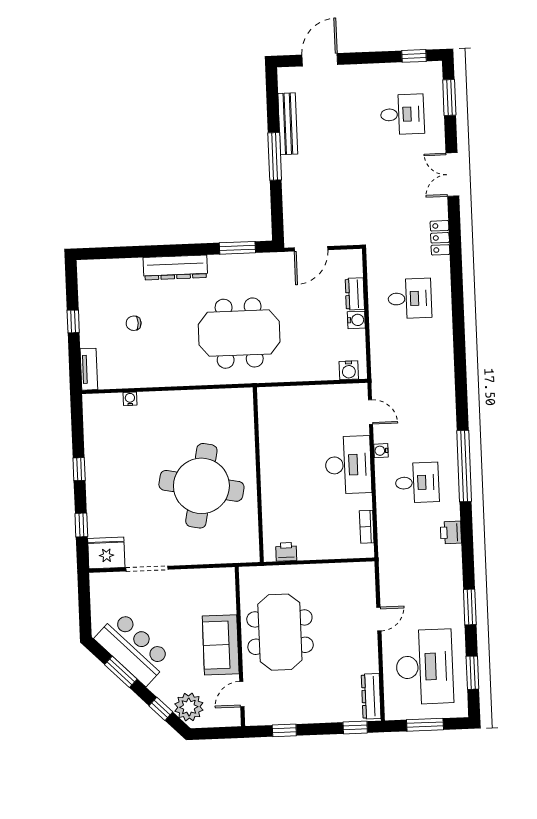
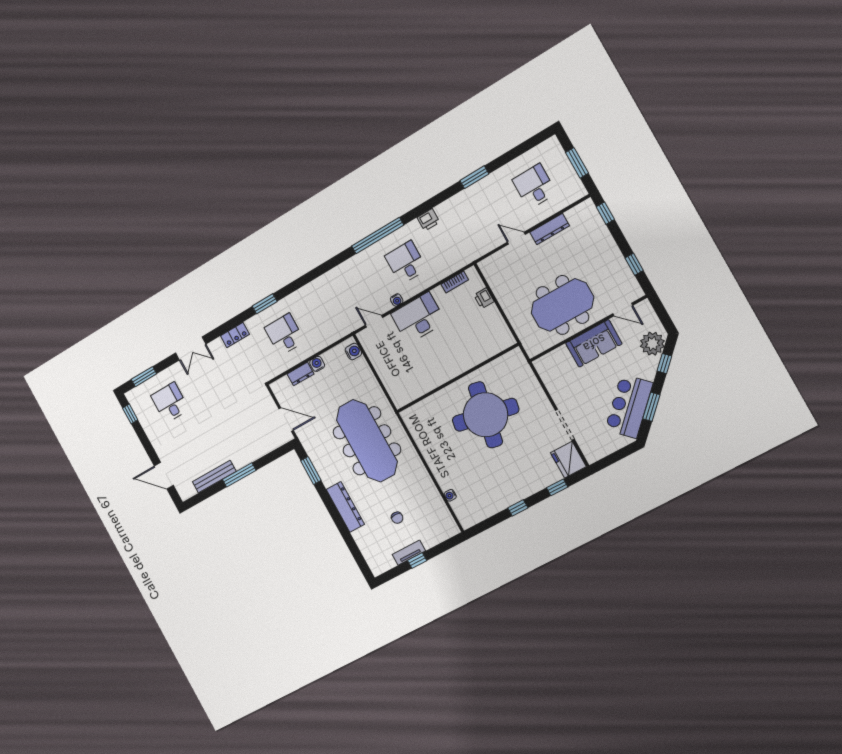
meeting table: (239, 333) -> (367, 441), width x1.36
tv unit: (89, 369) -> (409, 553), moved
door: (371, 412) -> (374, 321), hinge flipped
printer: (286, 552) -> (484, 298), moved
desk: (425, 667) -> (534, 186), width x0.53, depth x0.77
window: (472, 673) -> (265, 304), moved
dresser: (371, 696) -> (550, 229), moved

